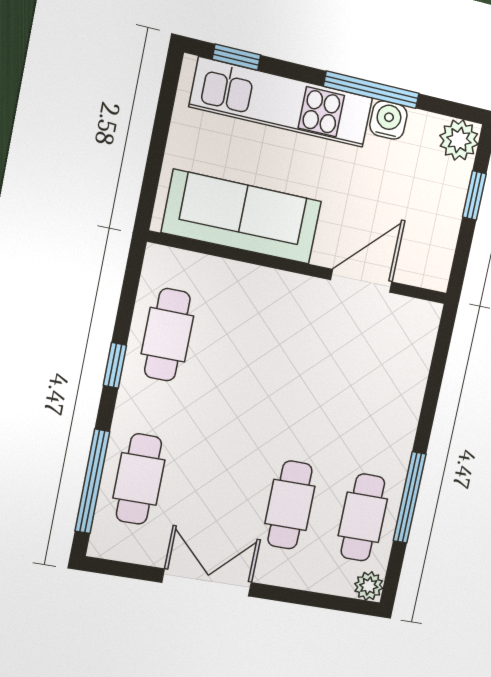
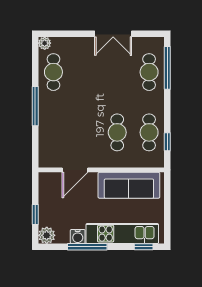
window: (115, 365) -> (167, 142), moved
window: (410, 497) -> (35, 106), moved
cafe table: (290, 505) -> (117, 132), moved

